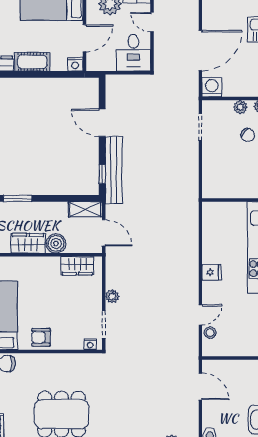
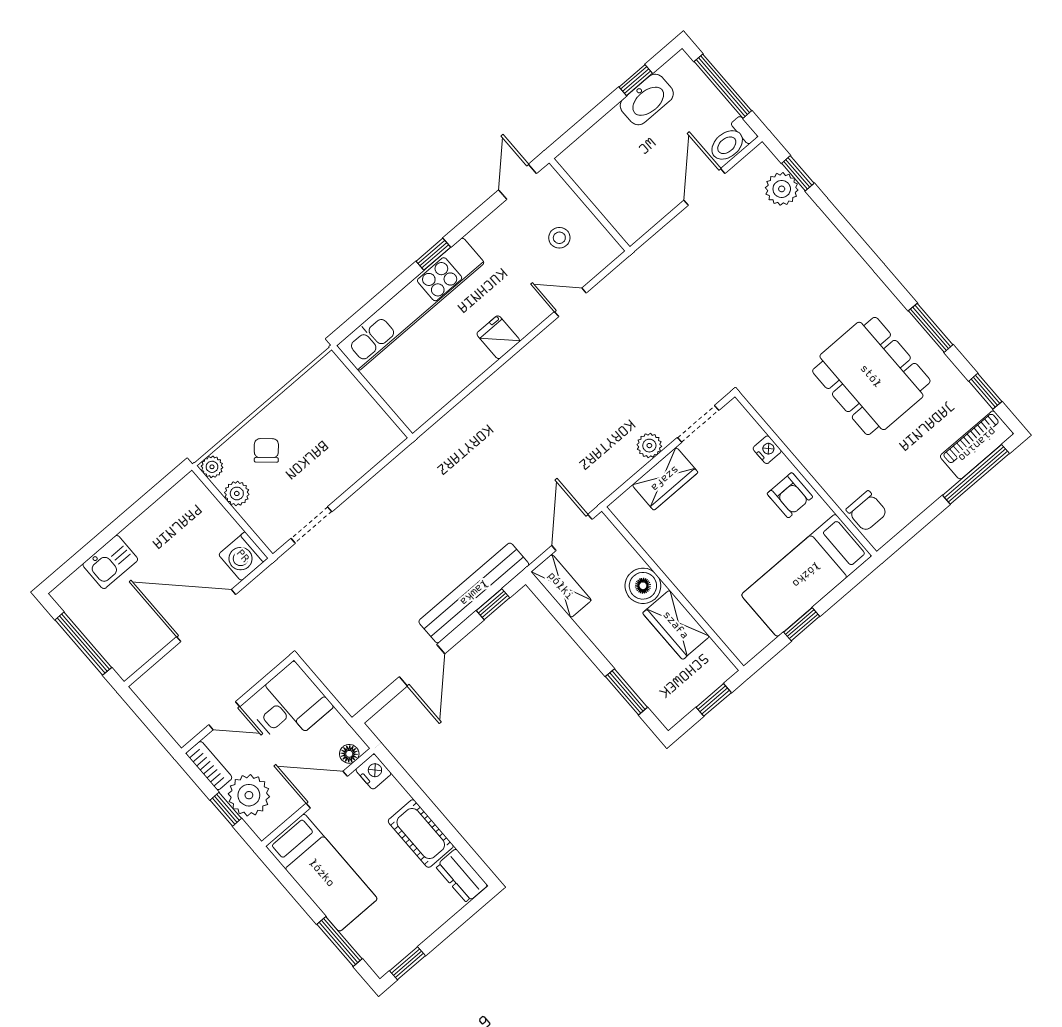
door: (152, 22) -> (224, 716), hinge flipped
floor lamp: (91, 61) -> (349, 754), added
wardrobe: (77, 266) -> (665, 479), moved, turned 90
stool: (210, 333) -> (559, 238), moved
nightstand: (90, 344) -> (767, 450), moved
door: (200, 386) -> (704, 187), moved

